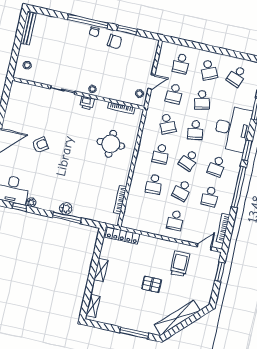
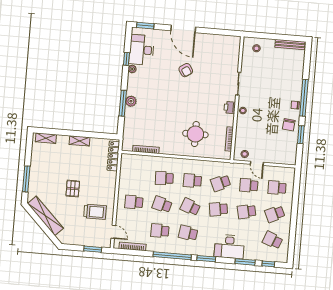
desk: (232, 129) -> (229, 247), width x0.73, depth x0.77

